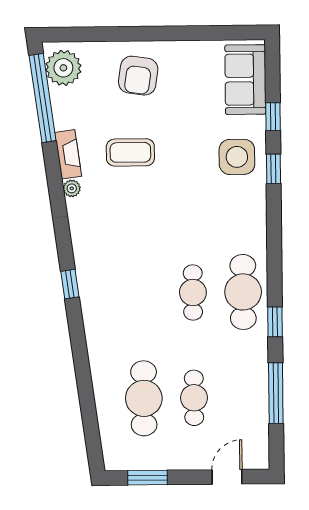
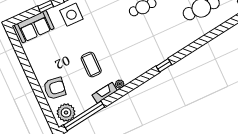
armchair: (138, 76) -> (55, 88), moved

